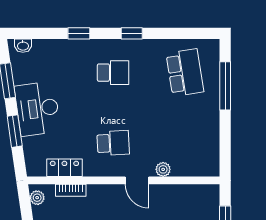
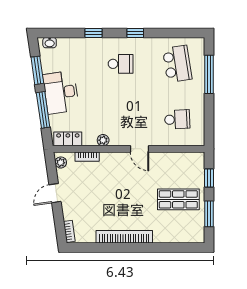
window: (15, 131) -> (43, 110), width x1.44
school desk: (113, 143) -> (177, 119), moved
locker: (64, 168) -> (68, 139), moved
plant: (163, 169) -> (103, 140), moved

